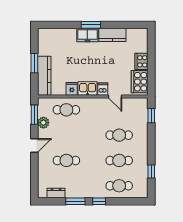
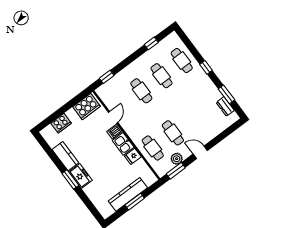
cooker: (142, 61) -> (61, 123), moved
kitchen counter: (44, 76) -> (128, 194), moved
cafe table: (66, 160) -> (173, 133), moved
window: (75, 201) -> (226, 94), moved

